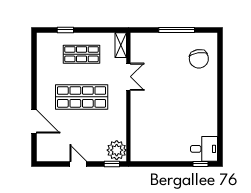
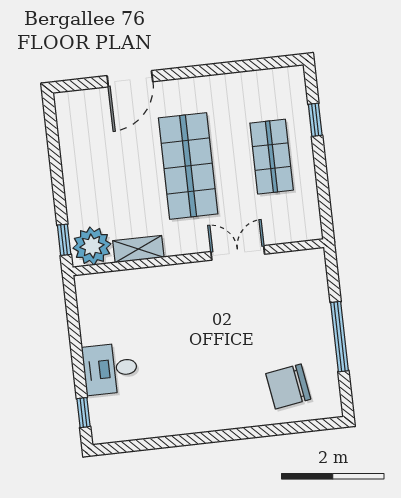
shelving: (121, 45) -> (138, 249), moved
double door: (128, 77) -> (238, 253), swing flipped
desk: (204, 149) -> (110, 369), moved, turned 90
door: (78, 164) -> (57, 174), removed

